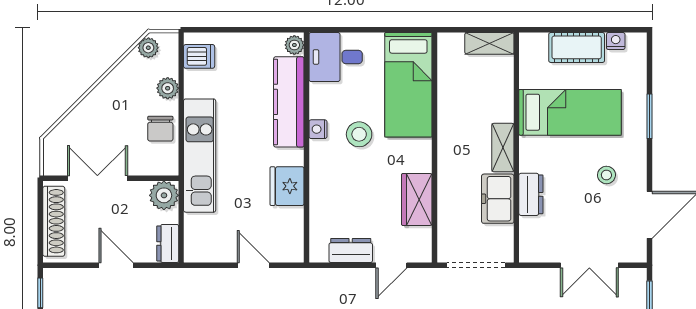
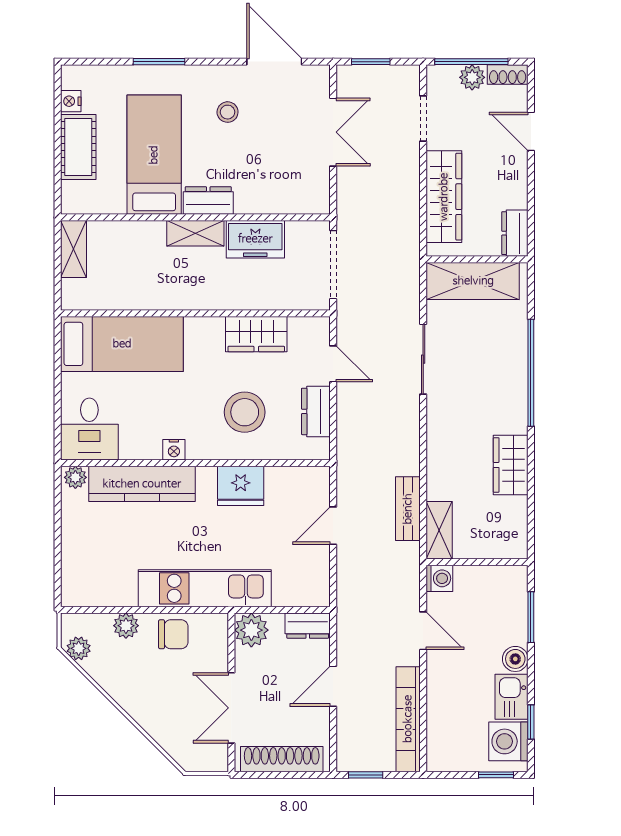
dishwasher: (199, 56) -> (89, 589), removed
stool: (359, 134) -> (245, 412), moved, width x1.38, depth x1.38
dresser: (531, 194) -> (208, 201), moved

